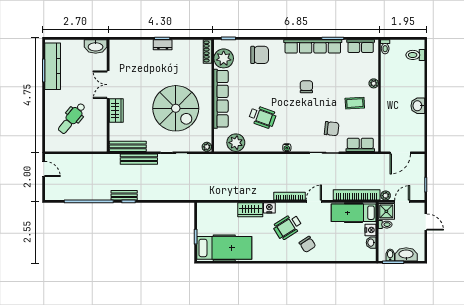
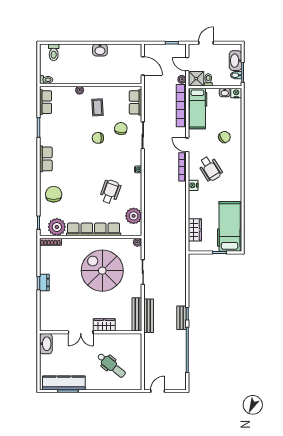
row of seats: (313, 46) -> (46, 159), width x0.50
chair: (306, 87) -> (98, 138), moved
spiral stairs: (176, 108) -> (102, 271), turned -90
bench: (139, 159) -> (149, 316), moved
wardrobe: (250, 210) -> (195, 230), moved
nightstand: (370, 230) -> (236, 93), moved
chair: (307, 244) -> (224, 137), moved

